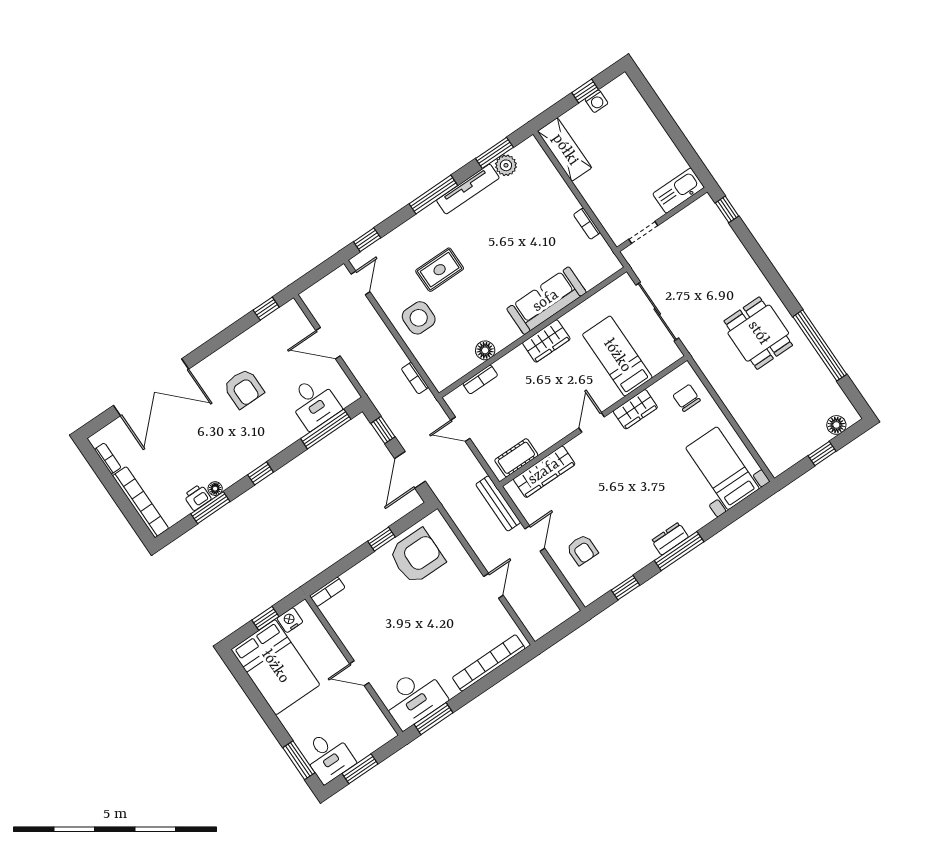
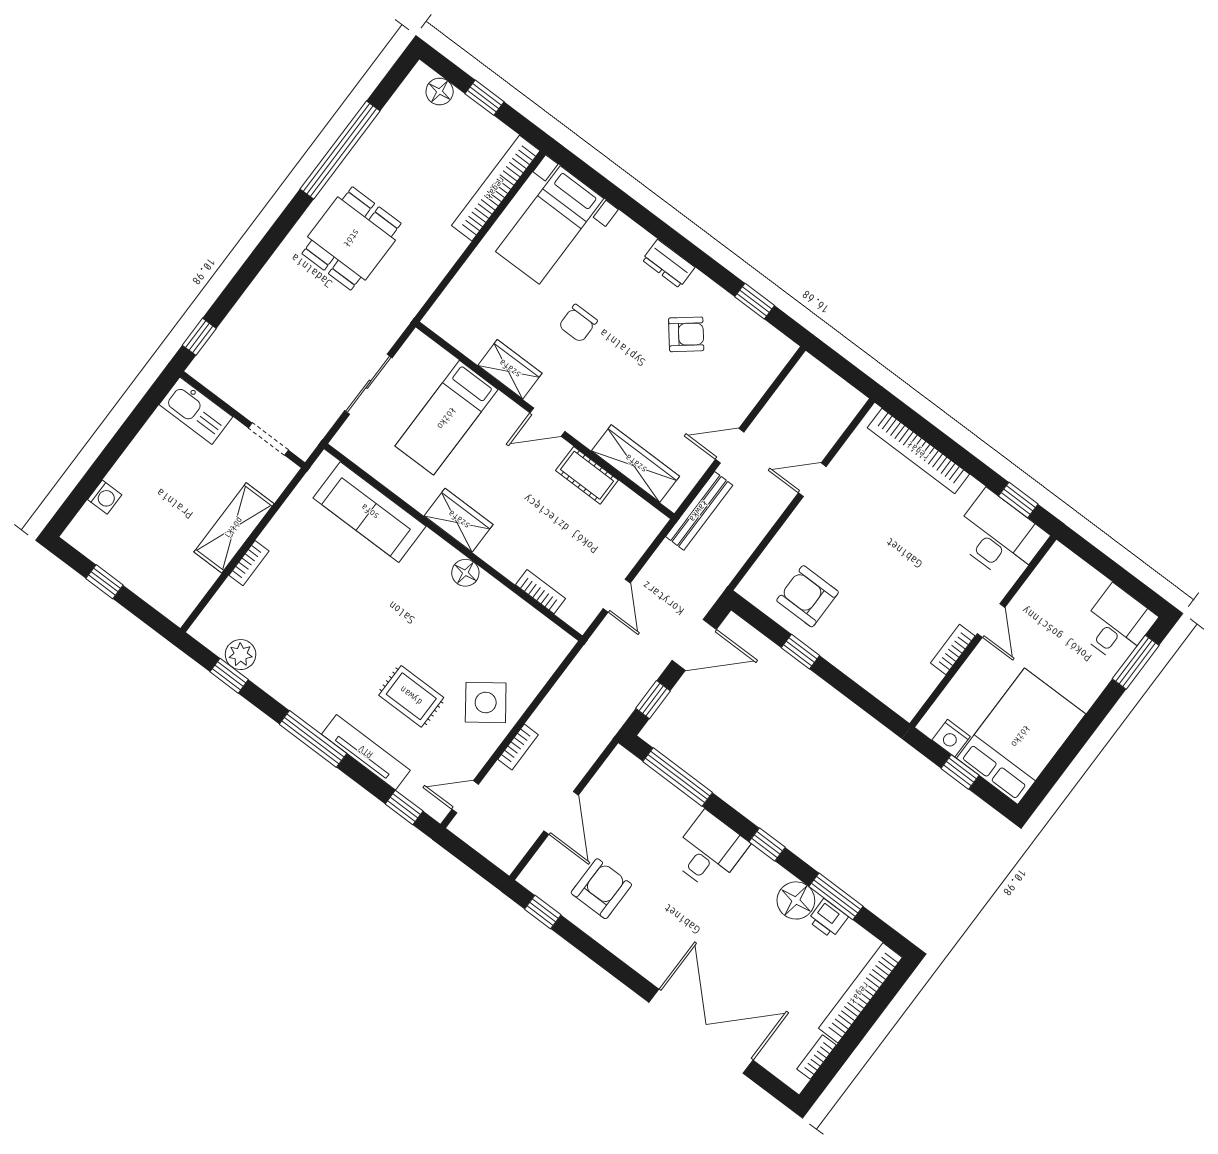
washing machine: (596, 101) -> (105, 497), moved, turned 90
shelving: (565, 150) -> (234, 528), moved
window: (494, 153) -> (229, 676), width x0.67
tv unit: (468, 189) -> (366, 752), moved
bookcase: (587, 224) -> (249, 563), moved
sofa: (546, 301) -> (370, 512), moved
sliding door: (657, 311) -> (368, 384), width x0.73
side table: (419, 318) -> (486, 703), turned -36
floor lamp: (485, 350) -> (465, 573), moved
bookcase: (415, 378) -> (518, 747), moved
armchair: (244, 388) -> (601, 889), moved
chair: (687, 398) -> (578, 323), moved
desk: (314, 403) -> (709, 851), moved
bookcase: (759, 441) -> (496, 188), added
cot: (516, 458) -> (587, 475), moved
floor lamp: (215, 489) -> (796, 900), width x1.89, depth x1.89
armchair: (582, 550) -> (686, 334), moved, turned 51
window: (679, 551) -> (681, 246), removed
armchair: (417, 556) -> (808, 596), width x0.73, depth x0.73
bookcase: (327, 592) -> (953, 649), moved, turned -90
window: (434, 719) -> (1018, 500), width x0.67
window: (360, 769) -> (1119, 576), removed

